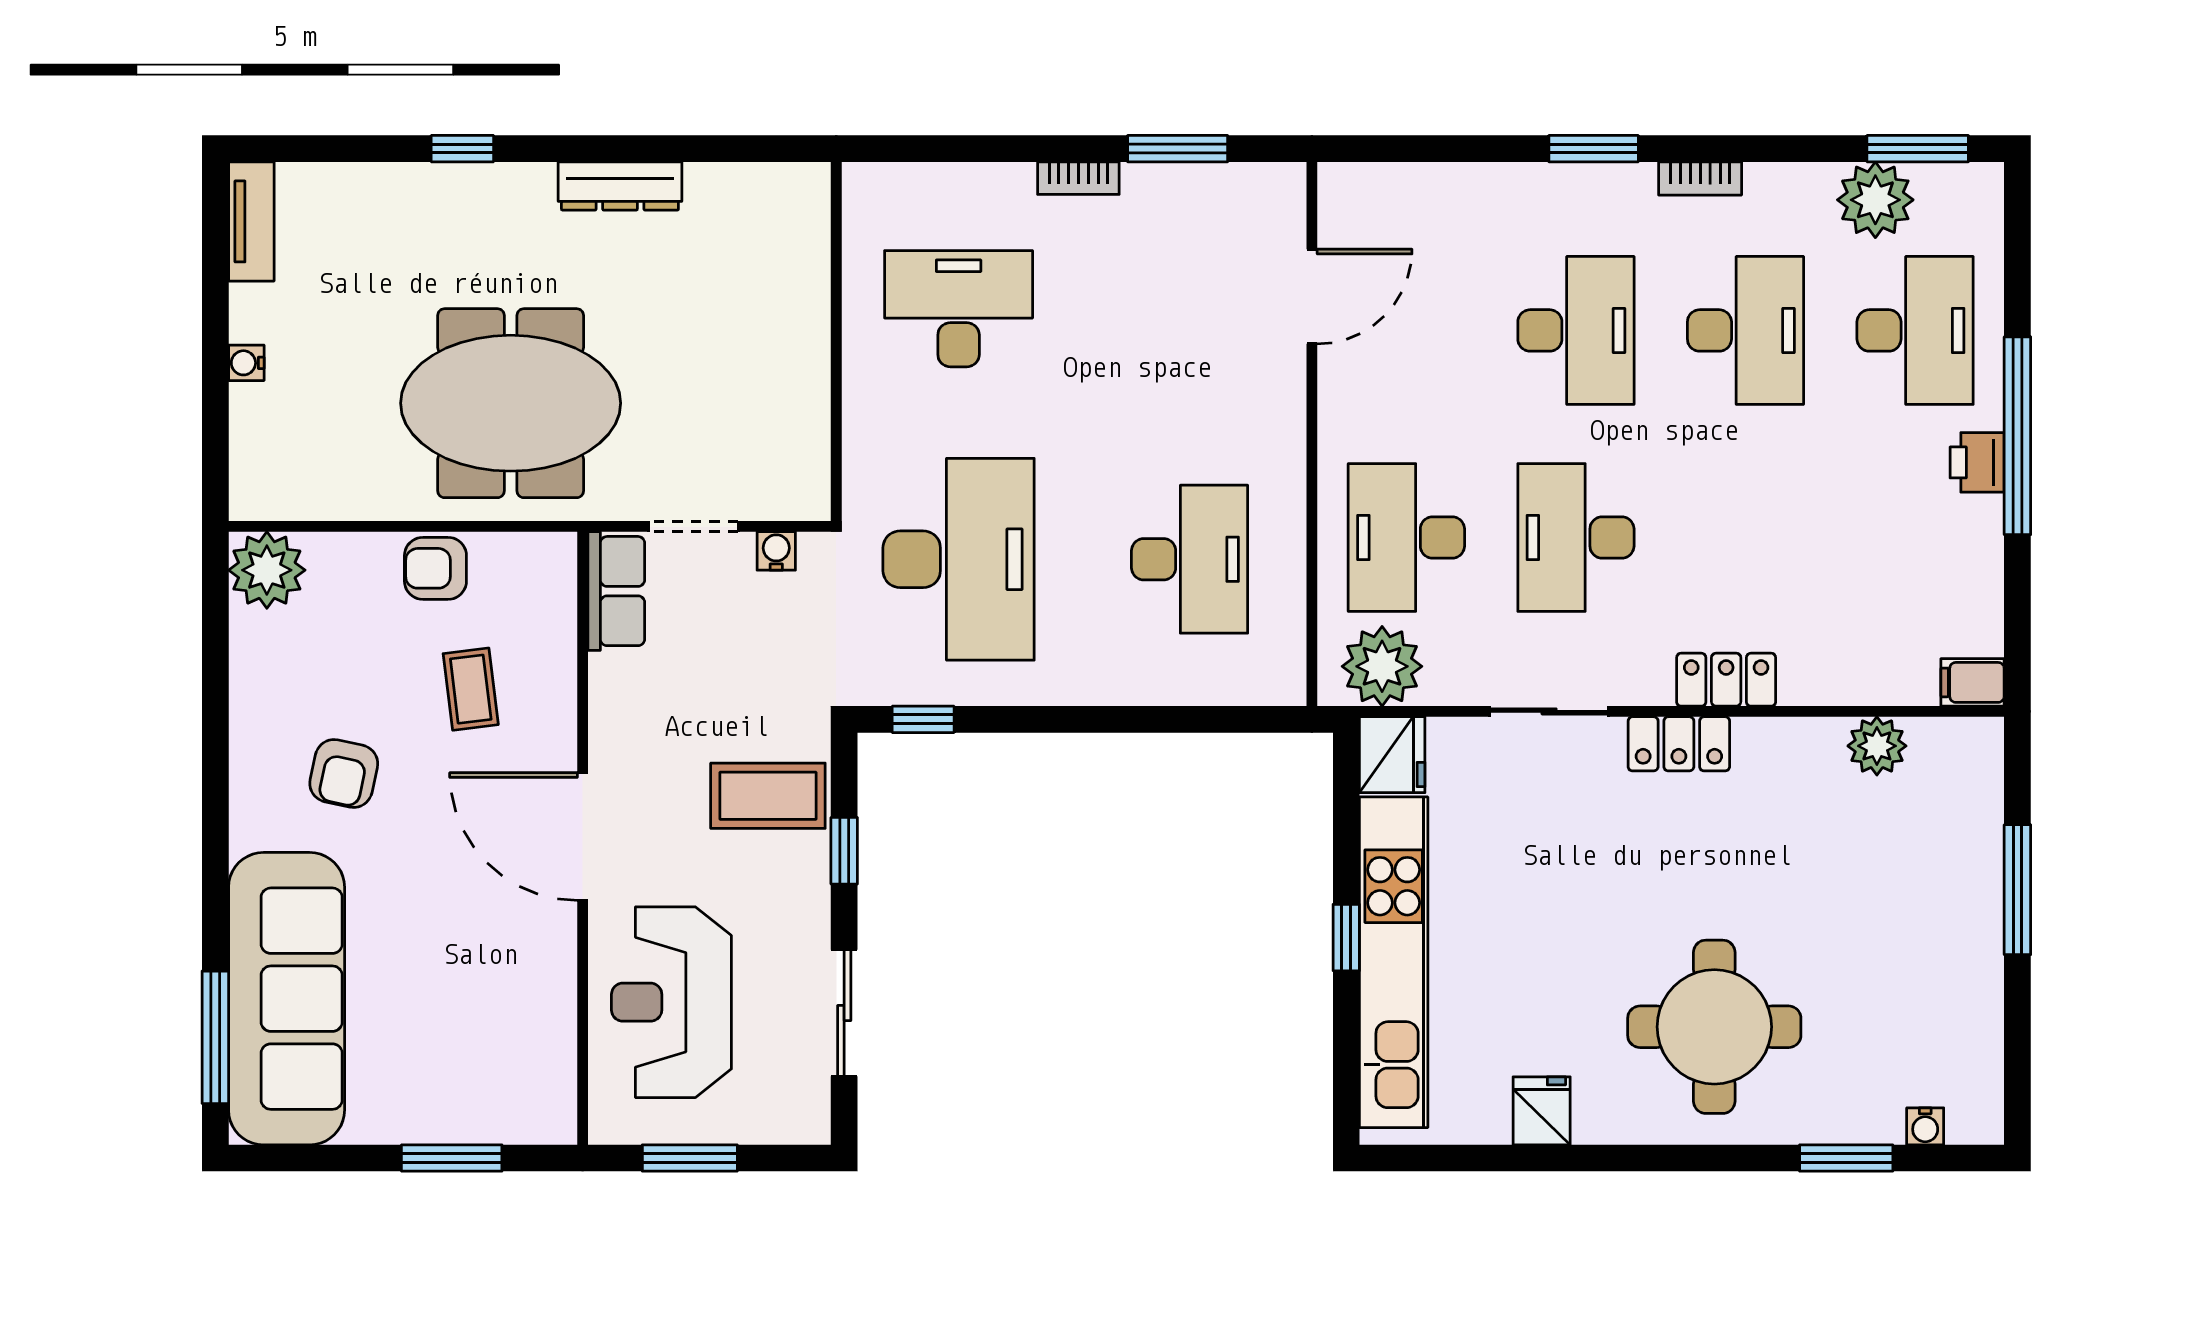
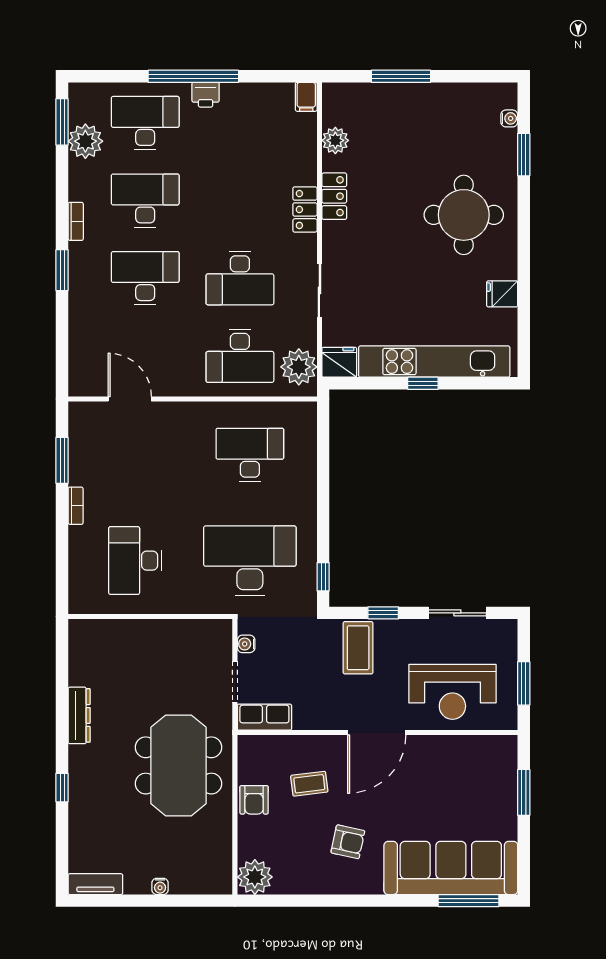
locker: (1679, 744) -> (334, 196), moved

